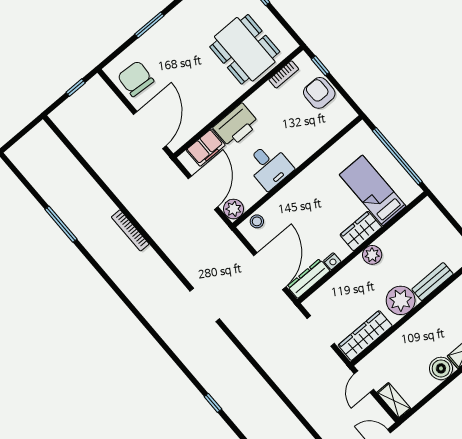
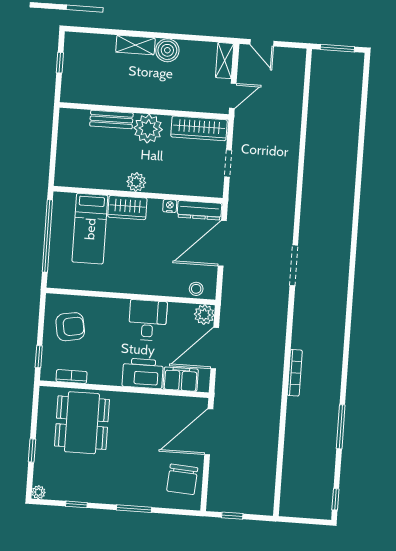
armchair: (319, 93) -> (70, 327), moved, turned -100
doorway: (321, 331) -> (228, 163), width x0.73
window: (213, 403) -> (335, 499), moved

